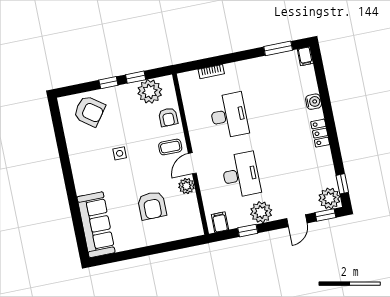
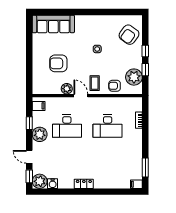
water cooler: (314, 102) -> (53, 184), moved
window: (342, 184) -> (47, 192), removed

